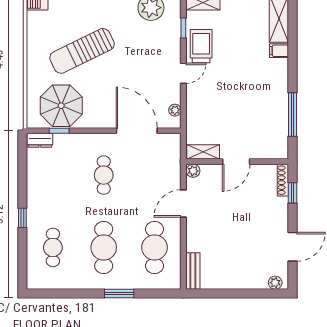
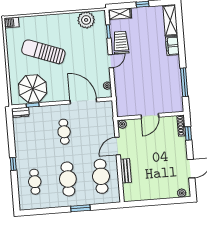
sun lounger: (82, 51) -> (43, 52), turned 46
filing cabinet: (279, 51) -> (172, 46), width x2.00
shelving: (203, 152) -> (128, 111), removed
bench: (193, 271) -> (126, 171), moved

